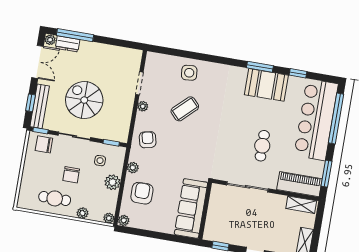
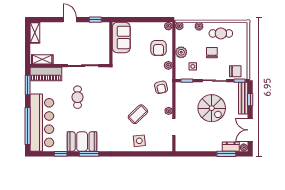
window: (75, 35) -> (226, 154), width x0.69
sofa: (191, 208) -> (121, 37), width x0.73

